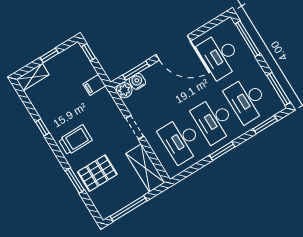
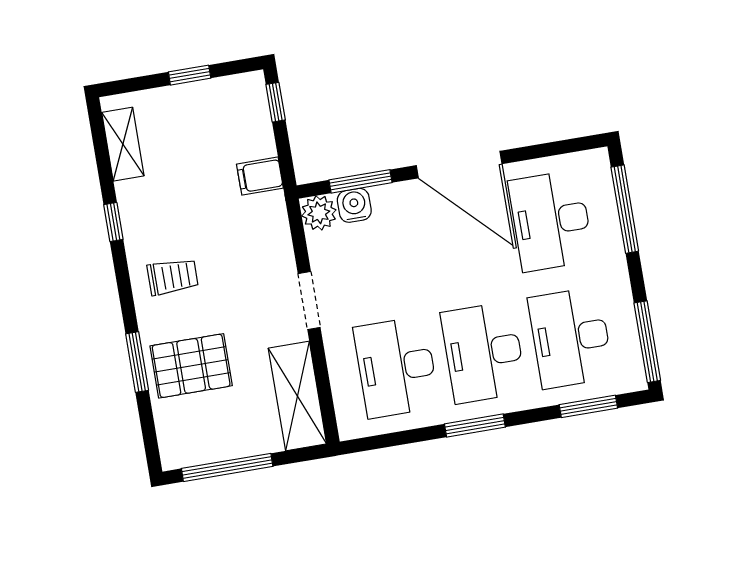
shelving: (33, 77) -> (123, 144), moved, turned 90
trolley: (75, 140) -> (173, 277), width x0.73, depth x0.72

